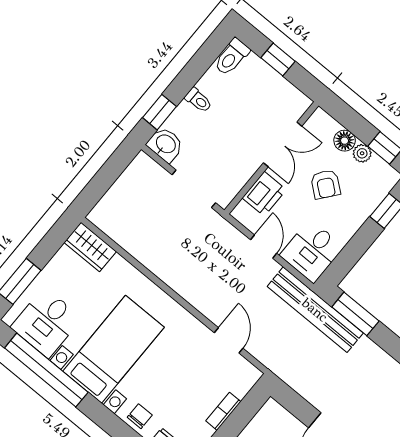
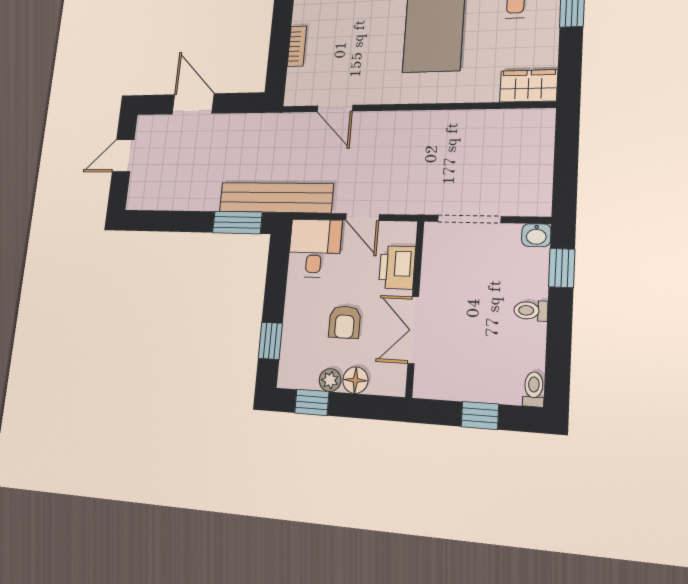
toilet: (232, 57) -> (534, 389), width x0.73, depth x0.72
washbasin: (165, 144) -> (536, 235), width x0.72, depth x0.69
armchair: (325, 184) -> (345, 322), turned -129

